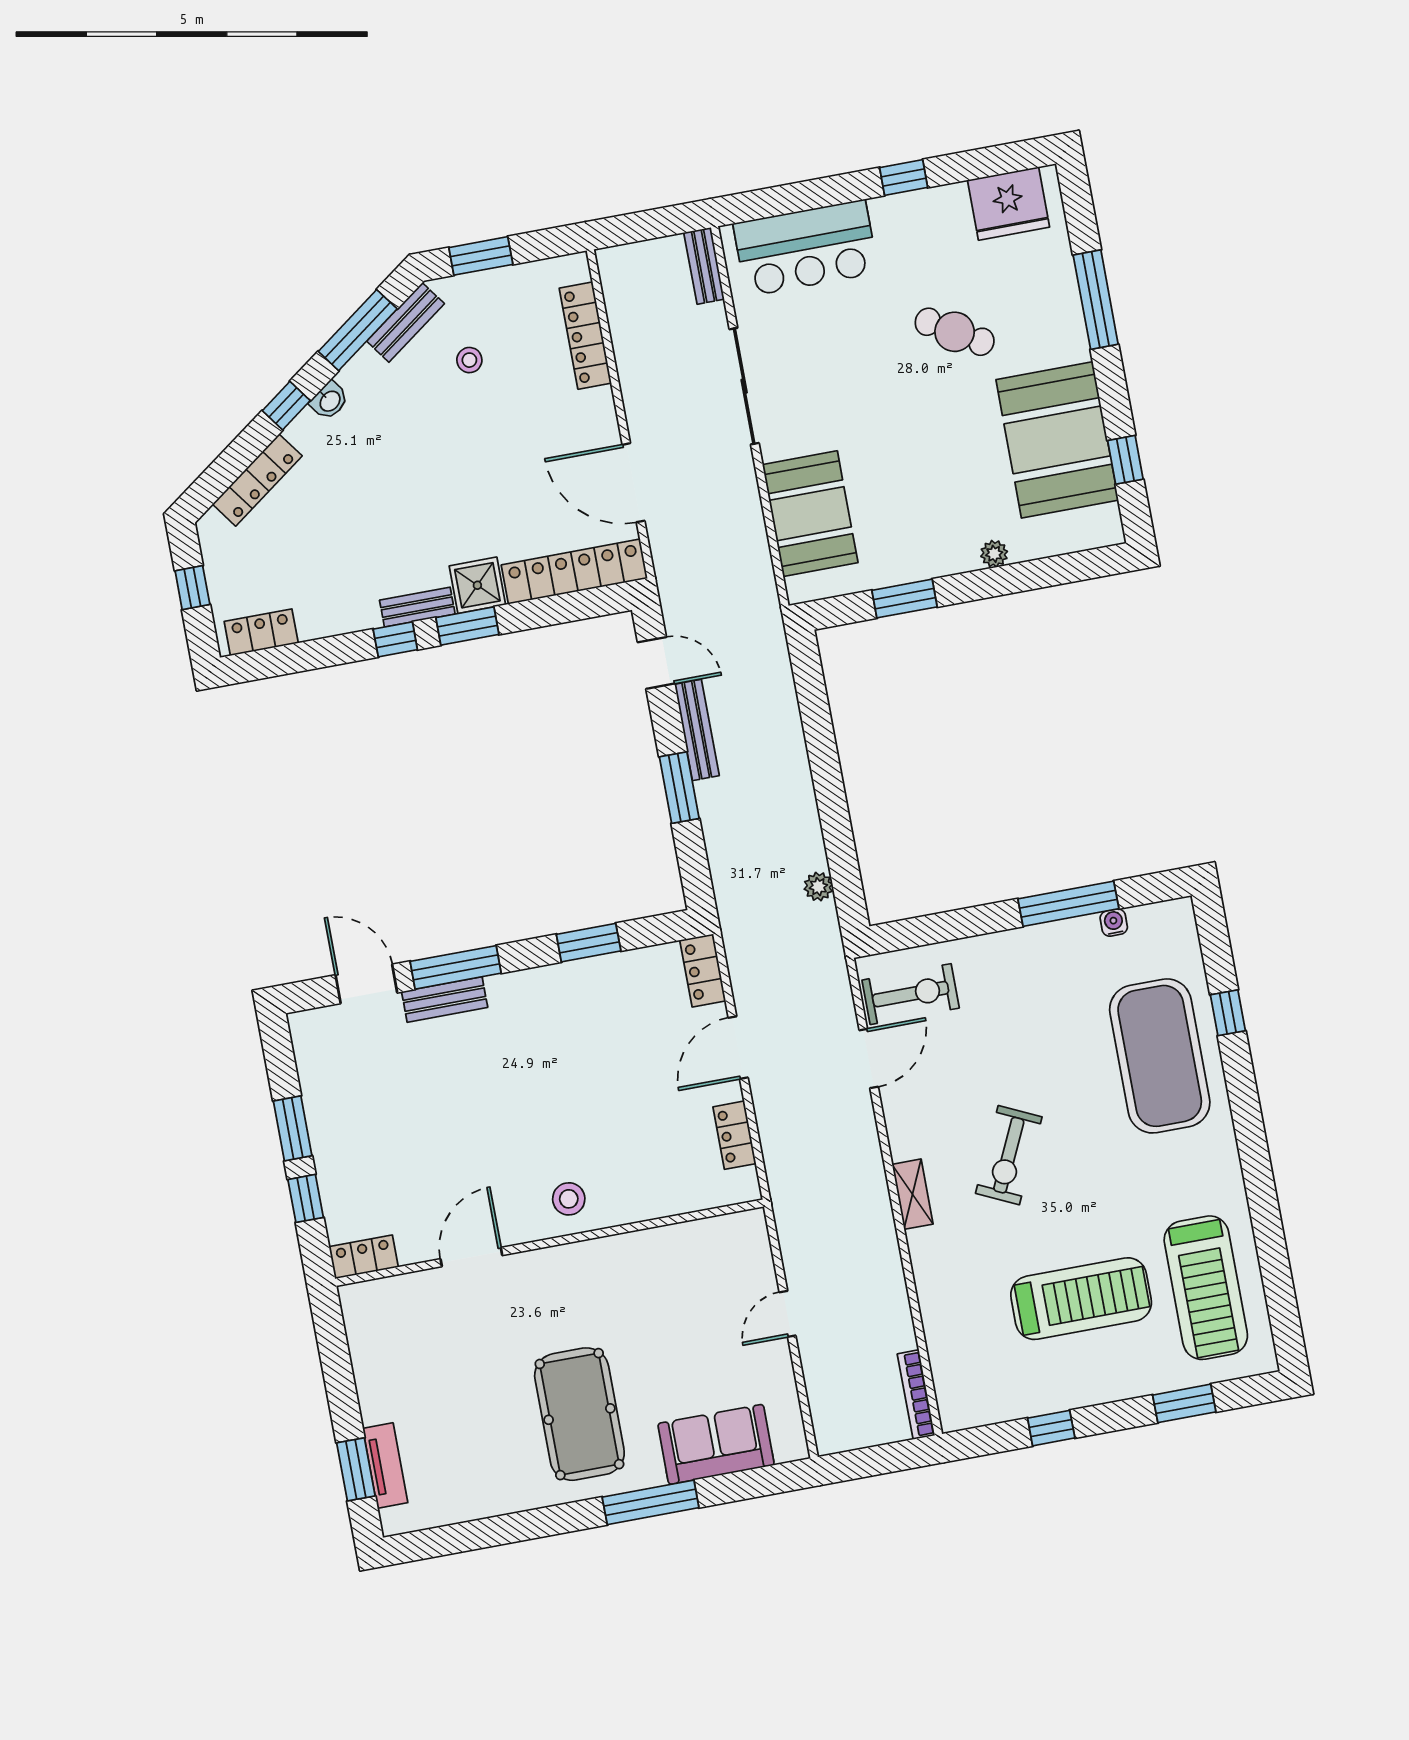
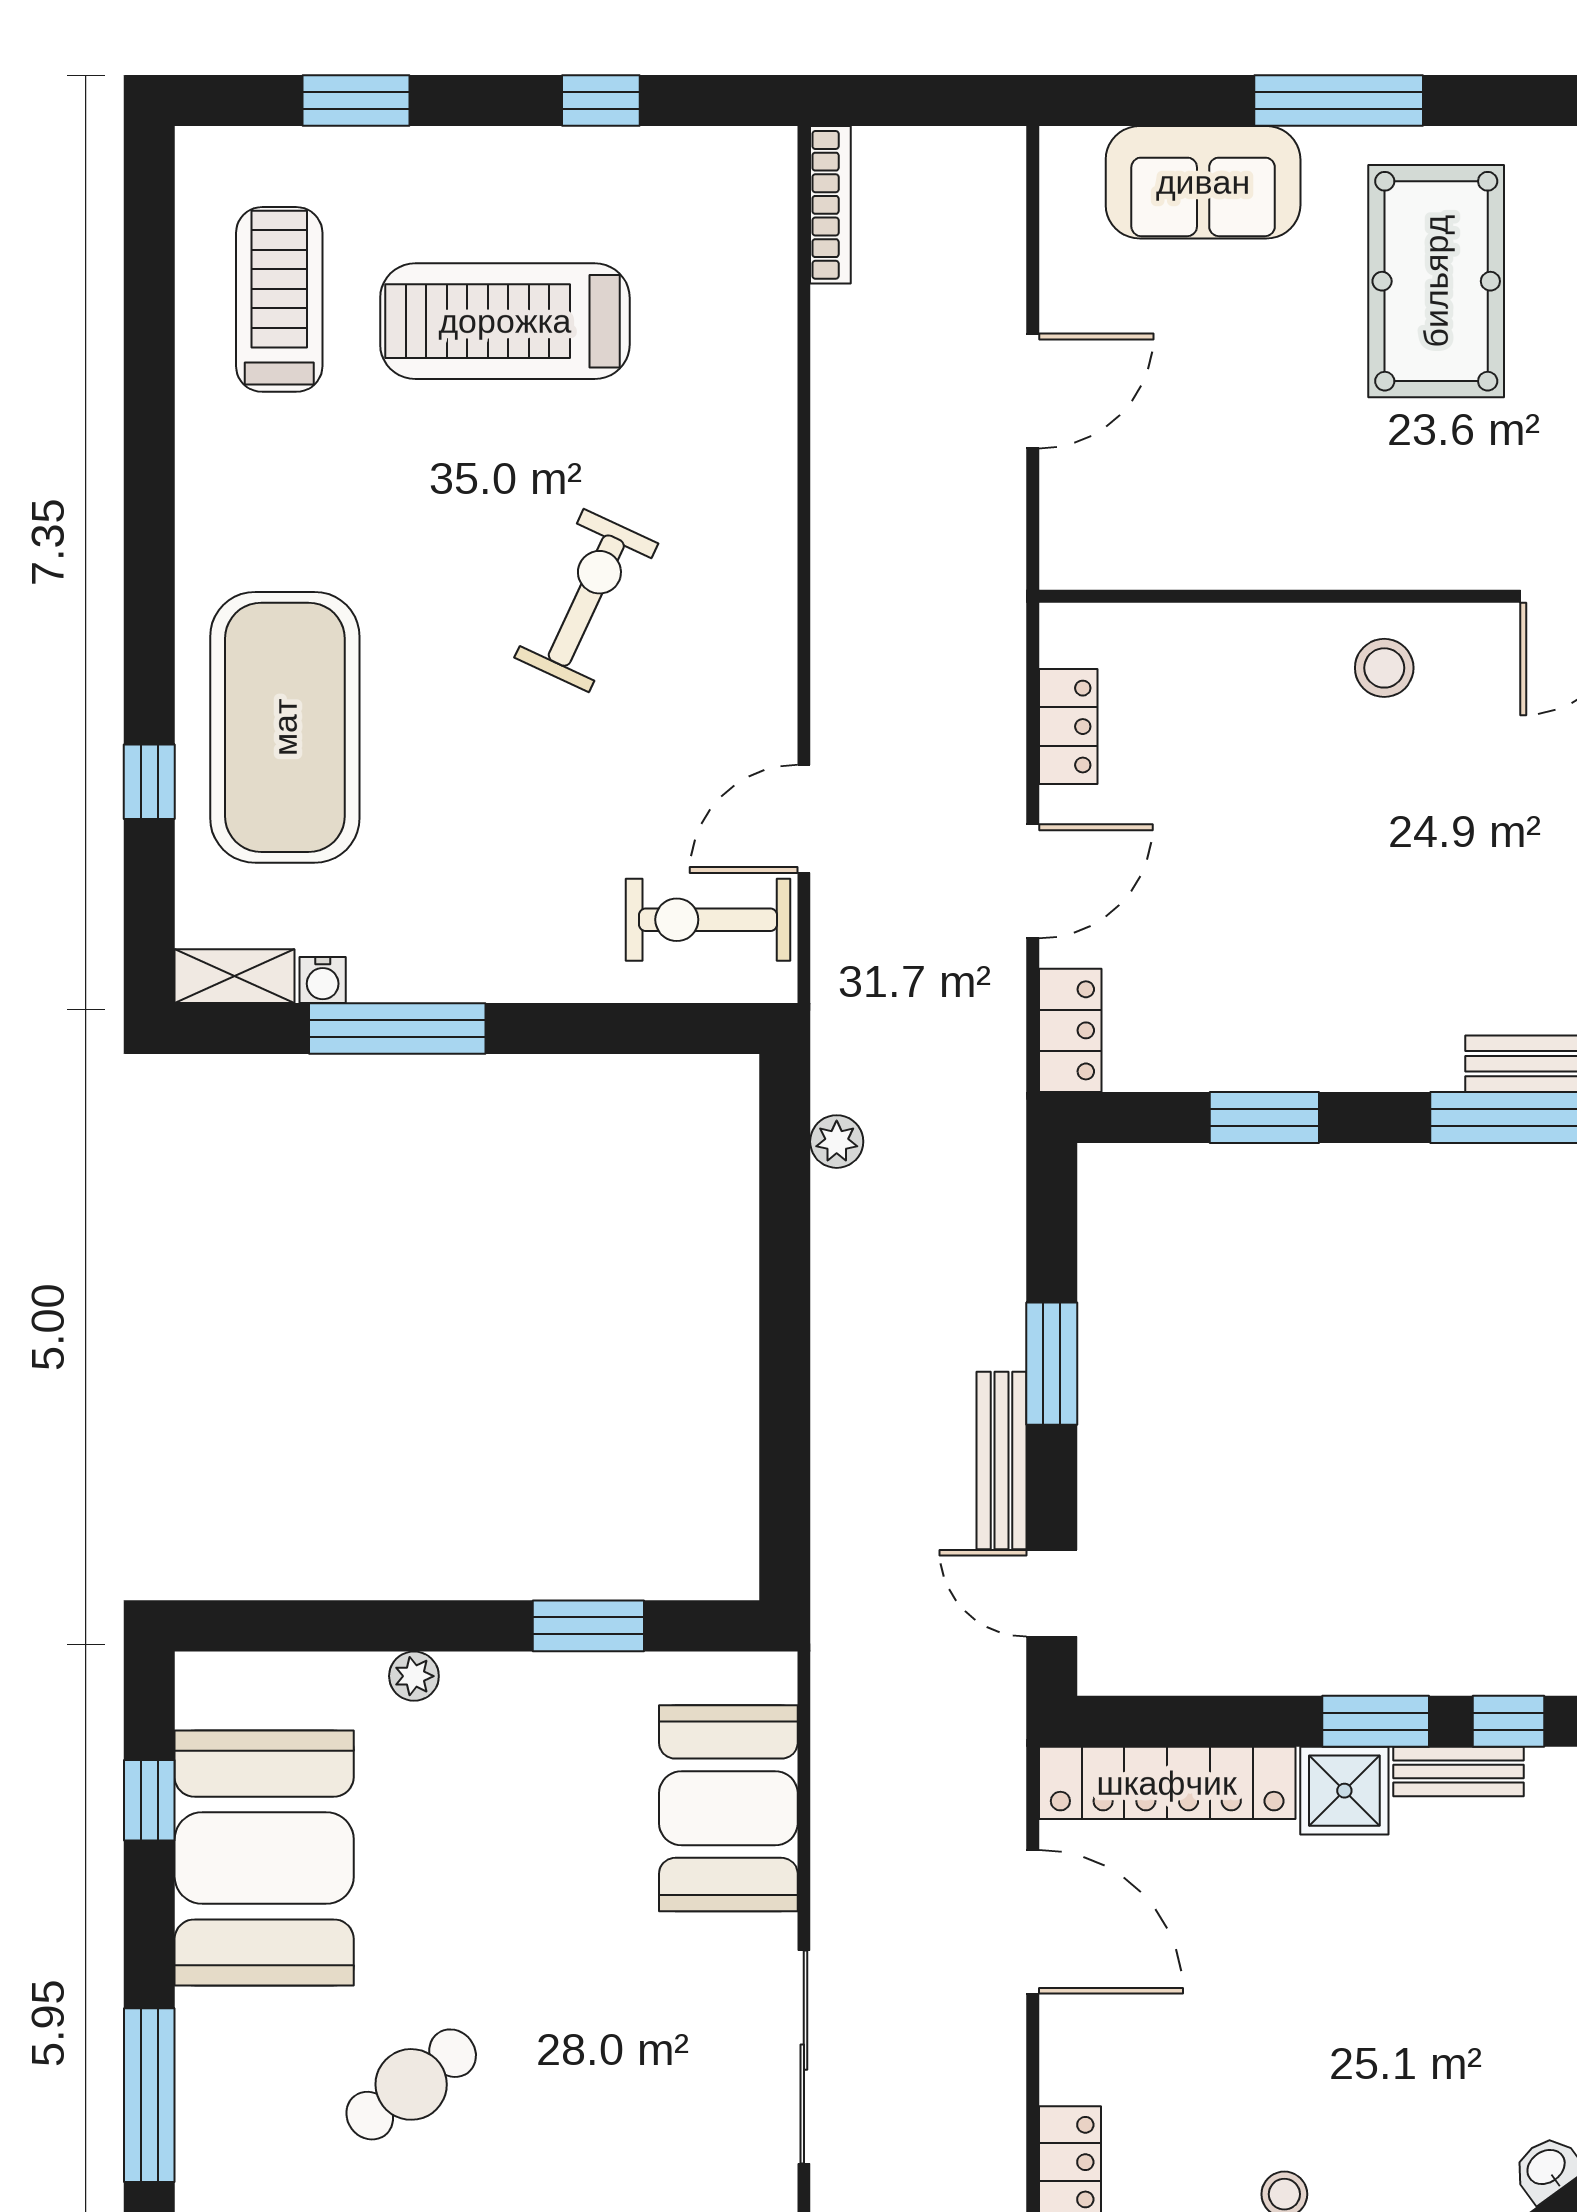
cafe table: (955, 332) -> (411, 2084), turned -68
shelving: (913, 1194) -> (235, 976), moved, turned 90
treadmill: (1206, 1288) -> (279, 299), width x0.73, depth x0.73
door: (788, 1314) -> (1033, 391), width x1.38

